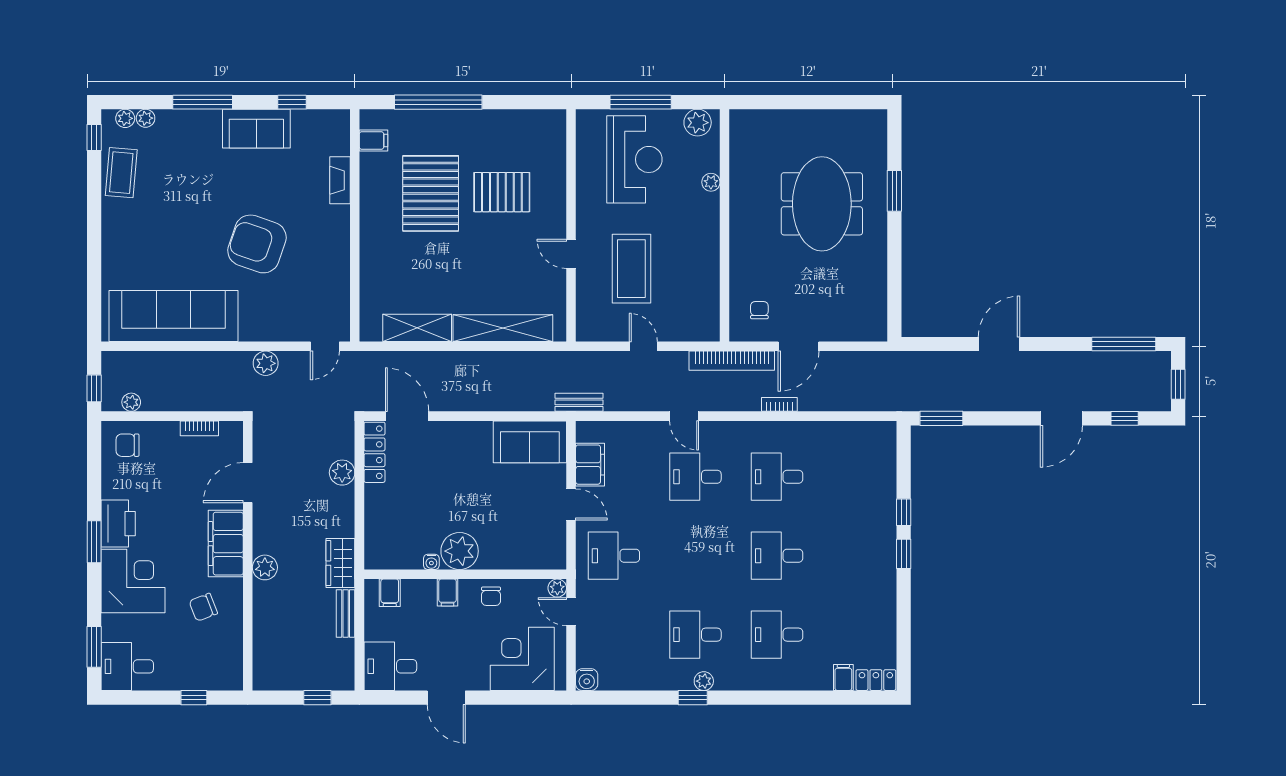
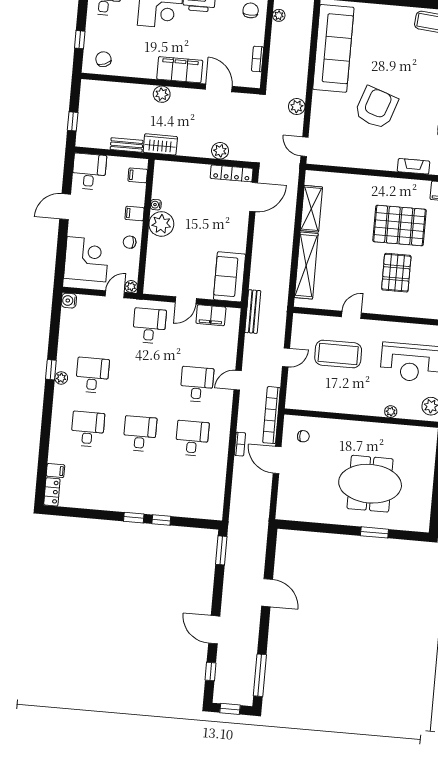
bench: (579, 402) -> (253, 312), width x1.36
chair: (203, 607) -> (103, 59), moved

